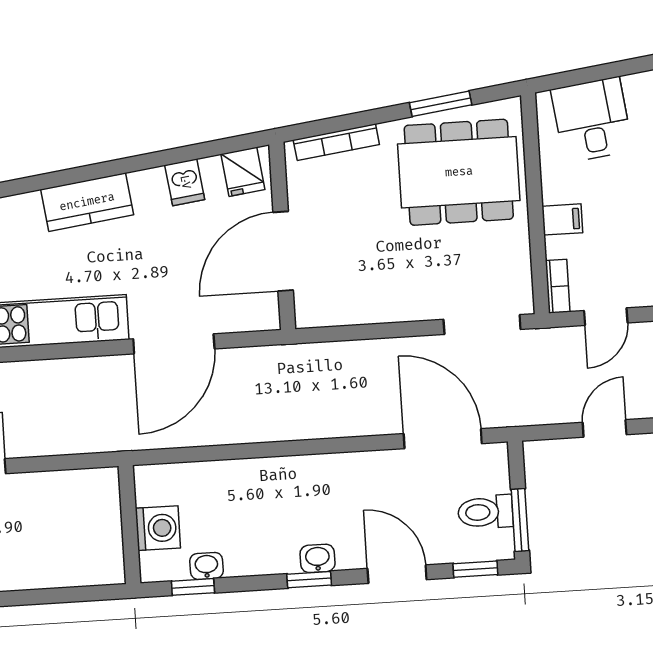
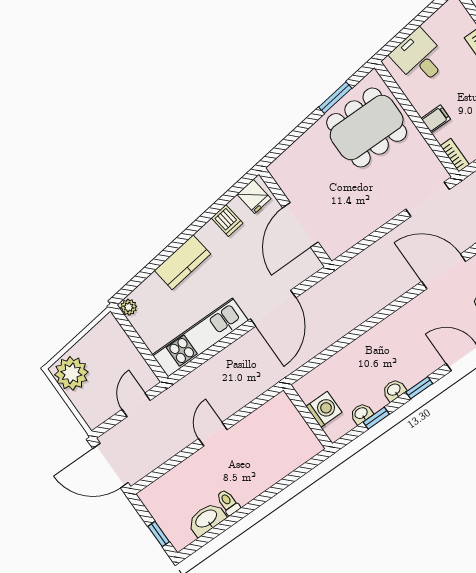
bookcase: (336, 142) -> (293, 151), removed
washbasin: (318, 558) -> (394, 390), moved
window: (193, 587) -> (376, 418), moved

